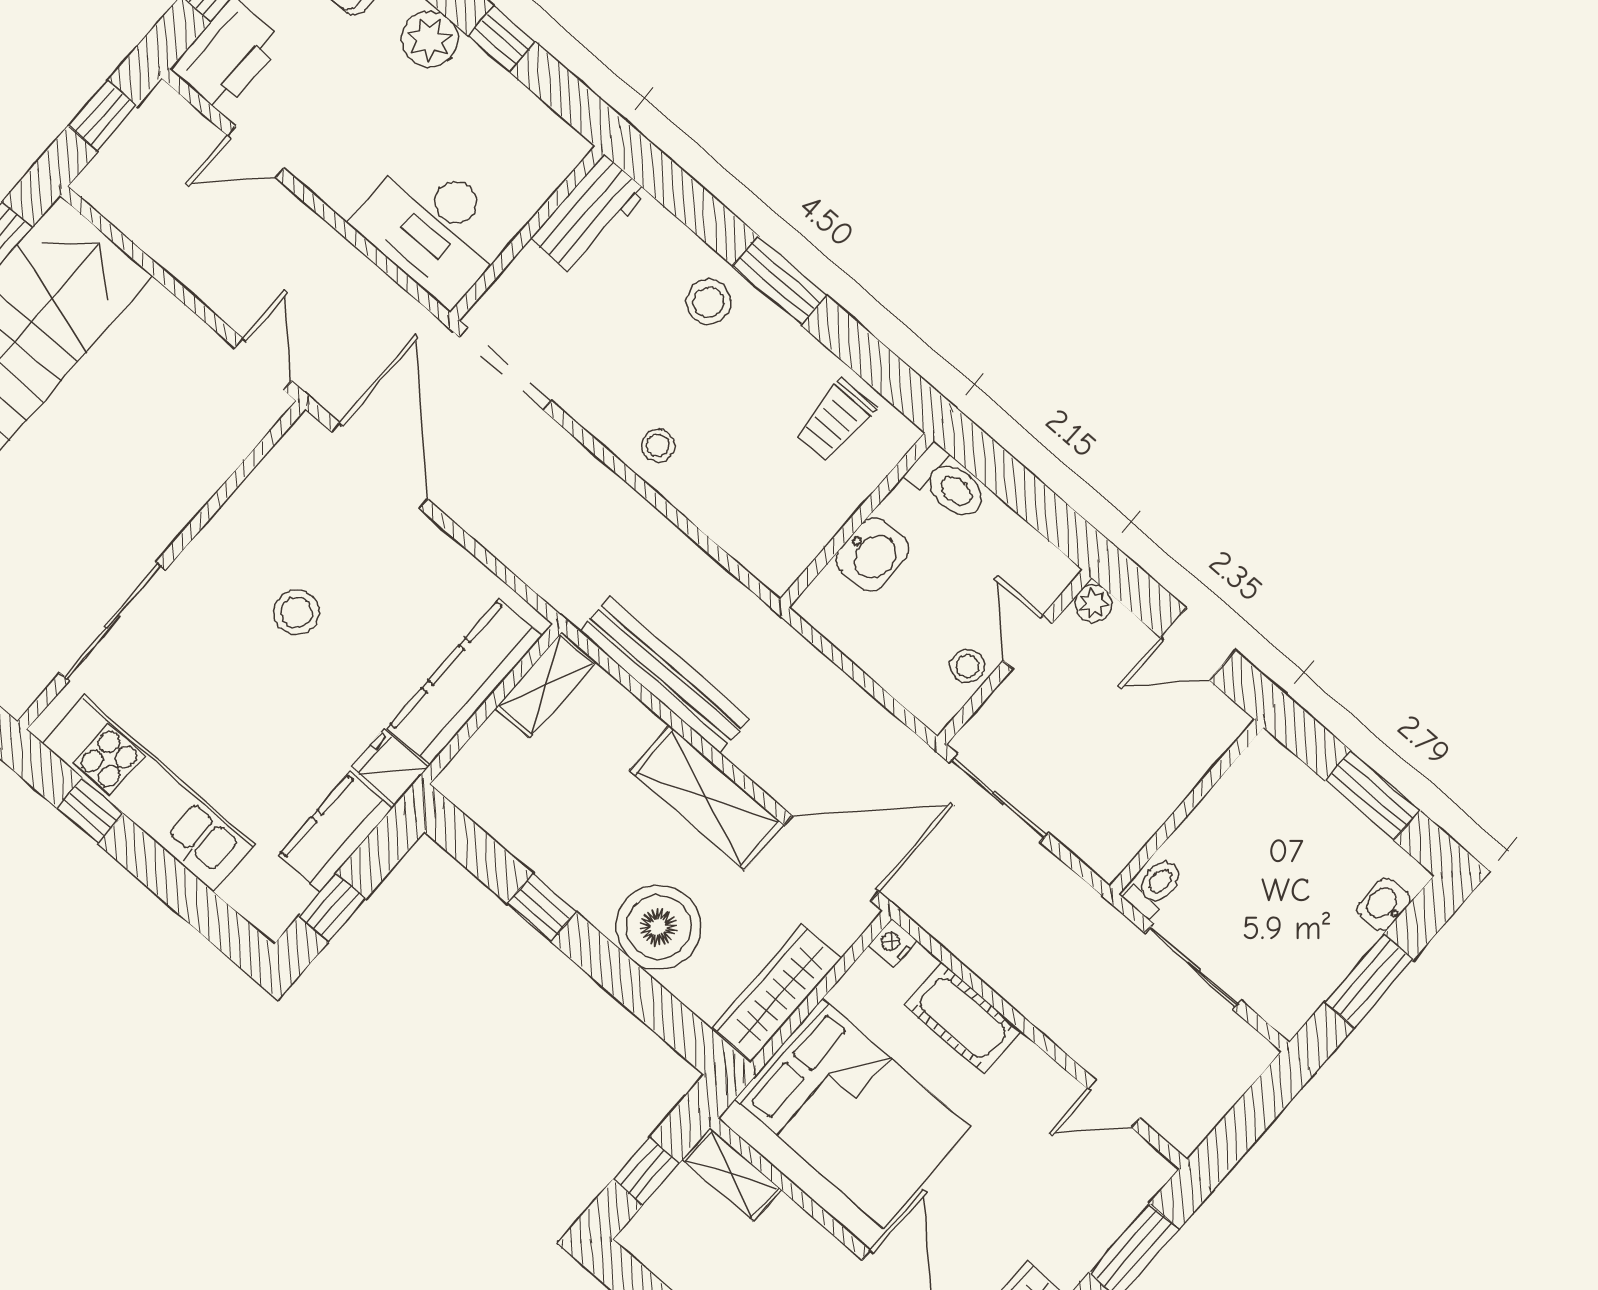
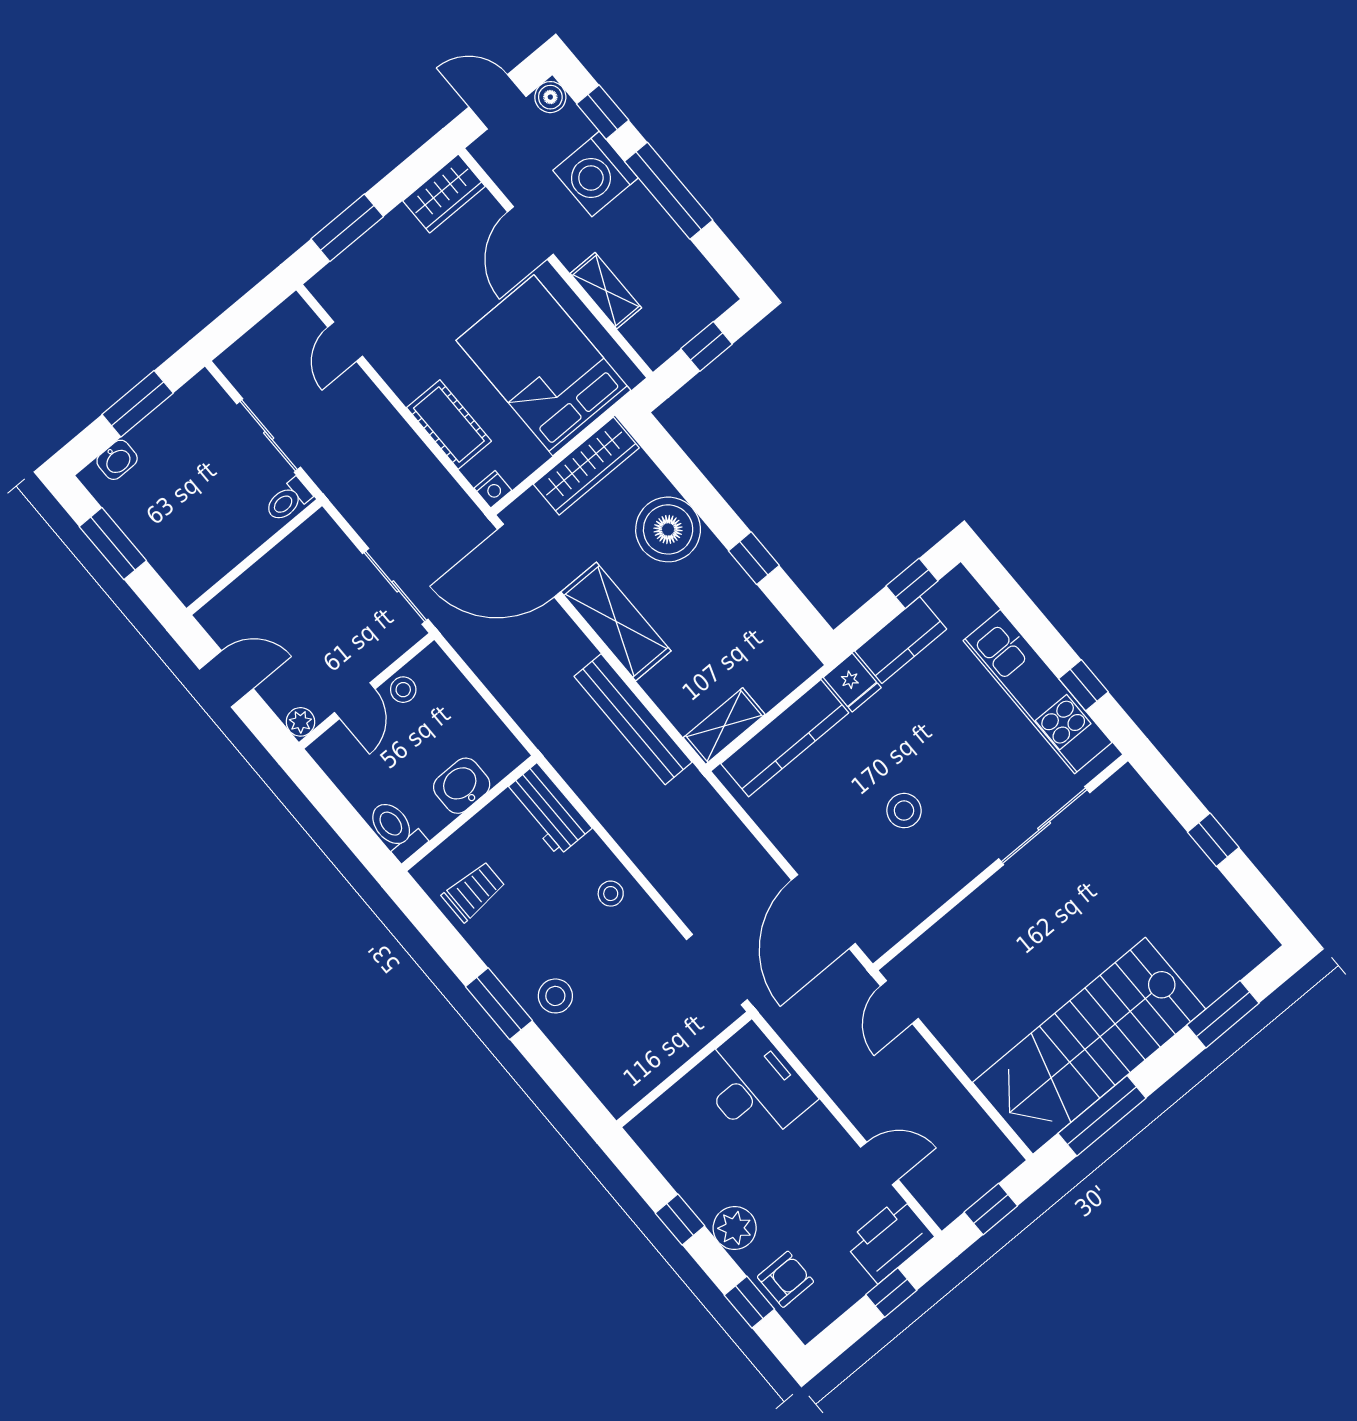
workbench: (589, 215) -> (548, 810), moved, turned -90
door: (1114, 1104) -> (345, 342), swing flipped
shelving: (732, 1174) -> (606, 291), moved

